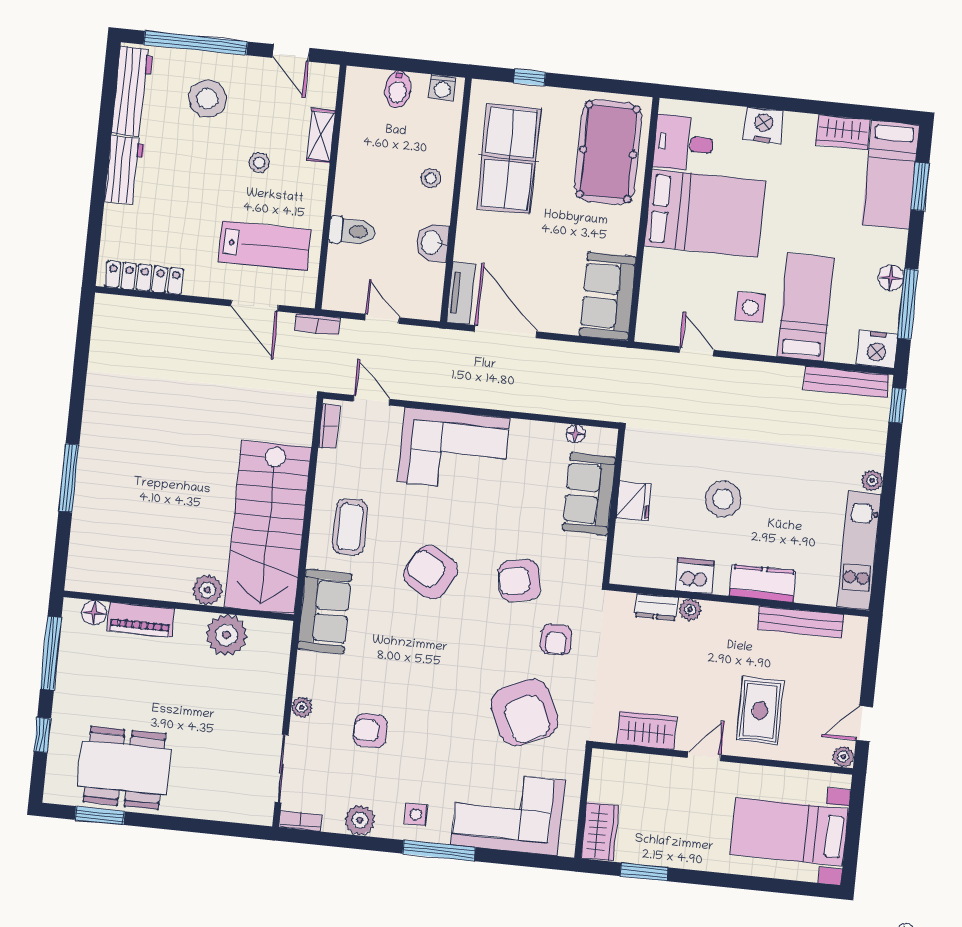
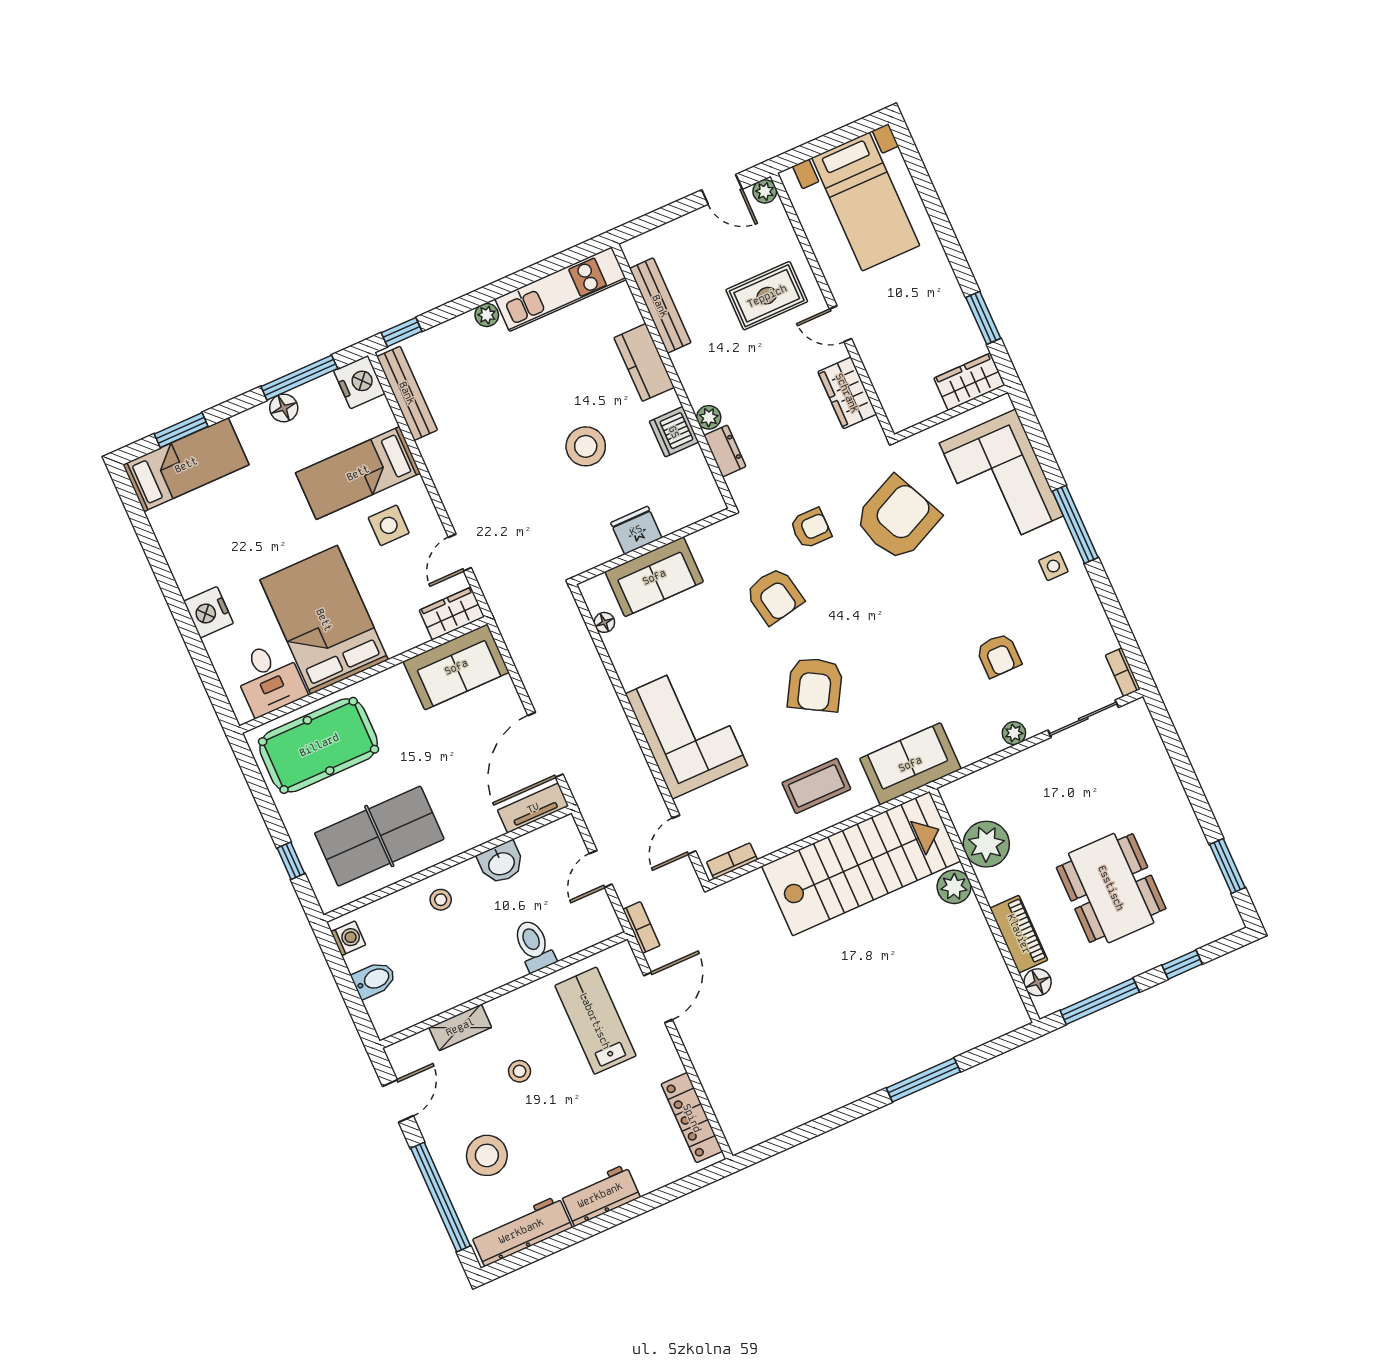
wardrobe: (843, 132) -> (452, 614), moved, turned -90
dining table: (125, 768) -> (1111, 888), moved
plant: (360, 820) -> (1090, 616), removed

